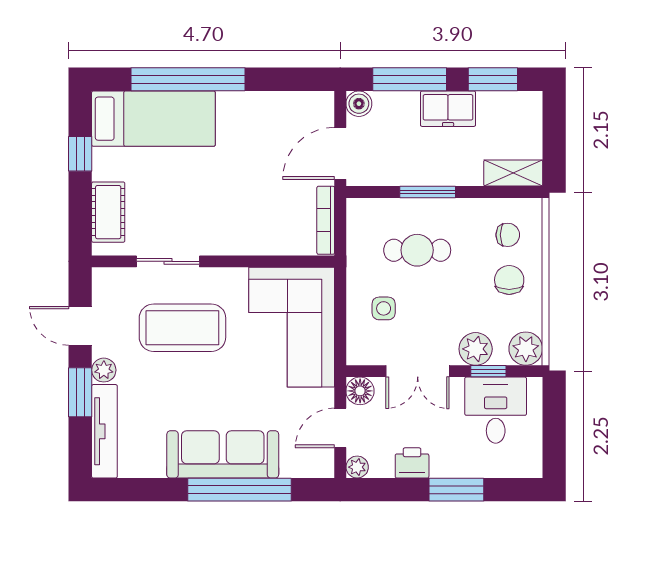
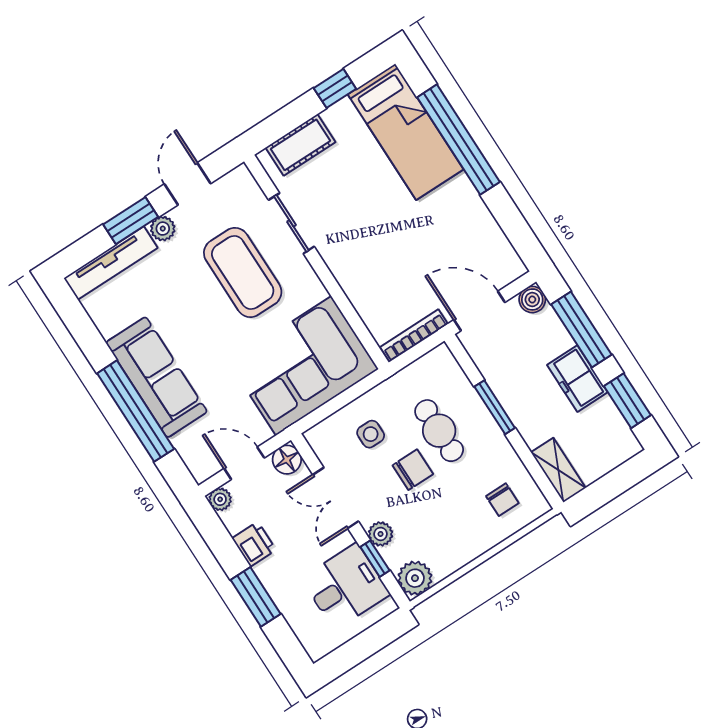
chair: (509, 280) -> (413, 470), moved
plant: (476, 349) -> (381, 534), width x0.73, depth x0.73

